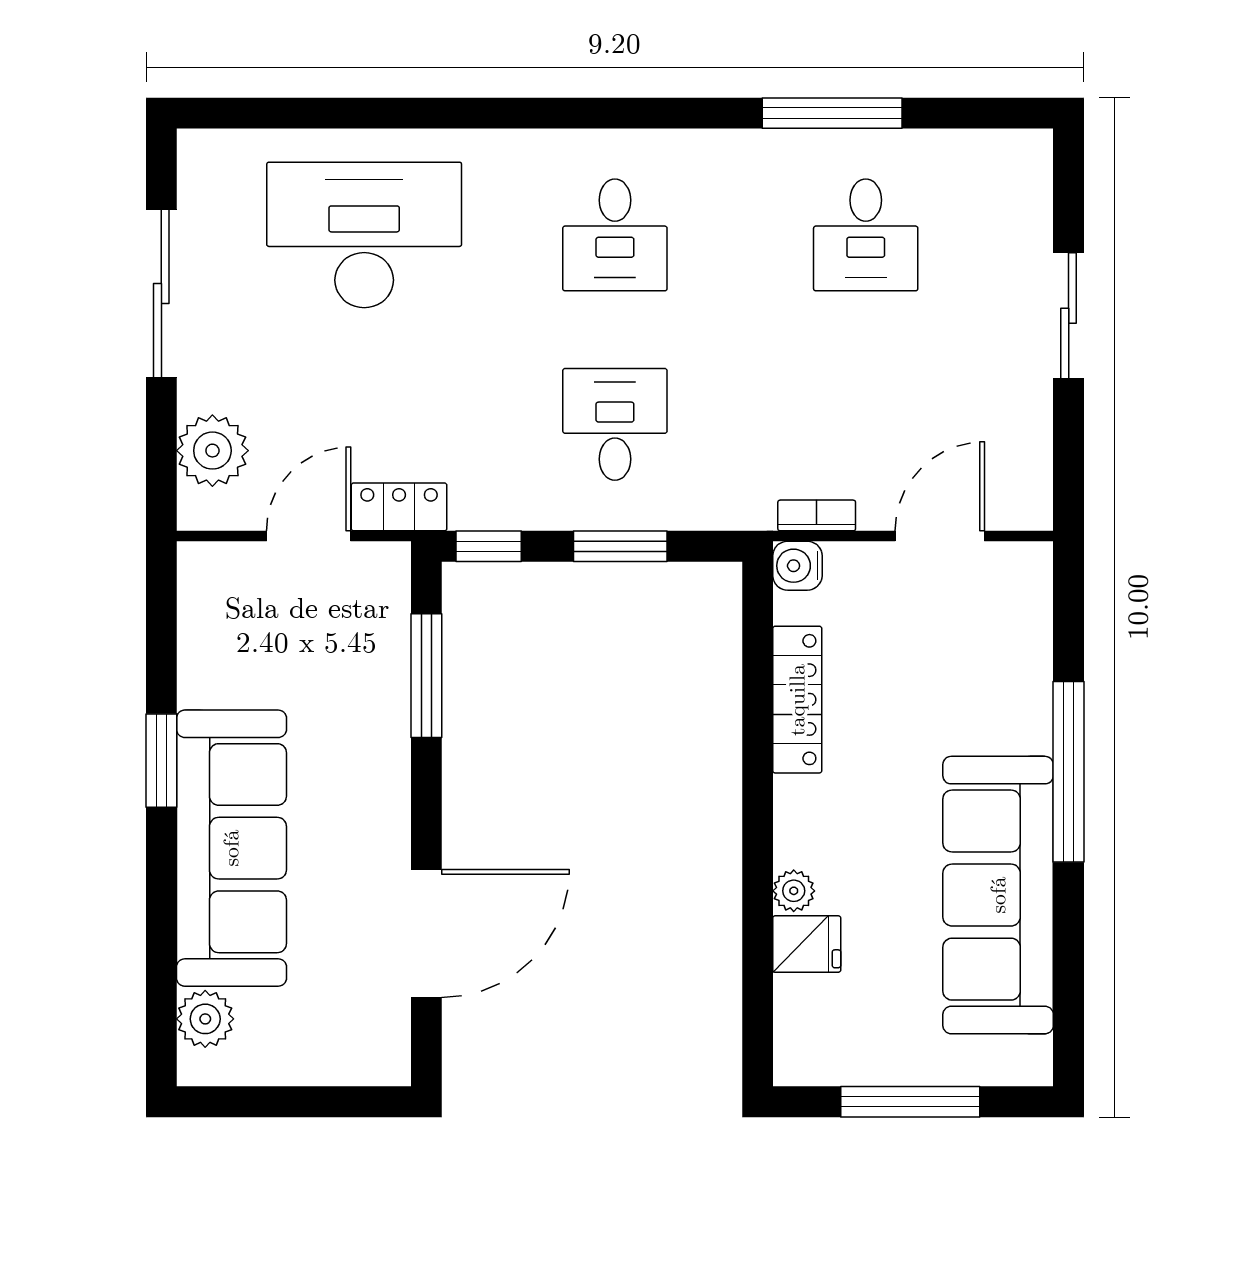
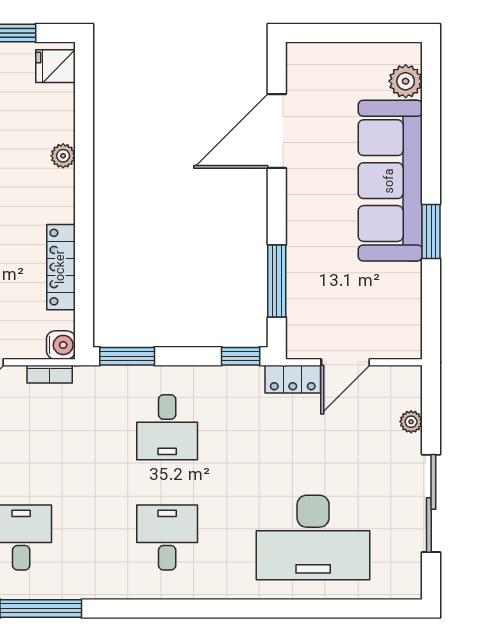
plant: (212, 451) -> (411, 422), width x0.53, depth x0.53
window: (620, 546) -> (127, 356), moved
fridge: (807, 944) -> (55, 66), moved

